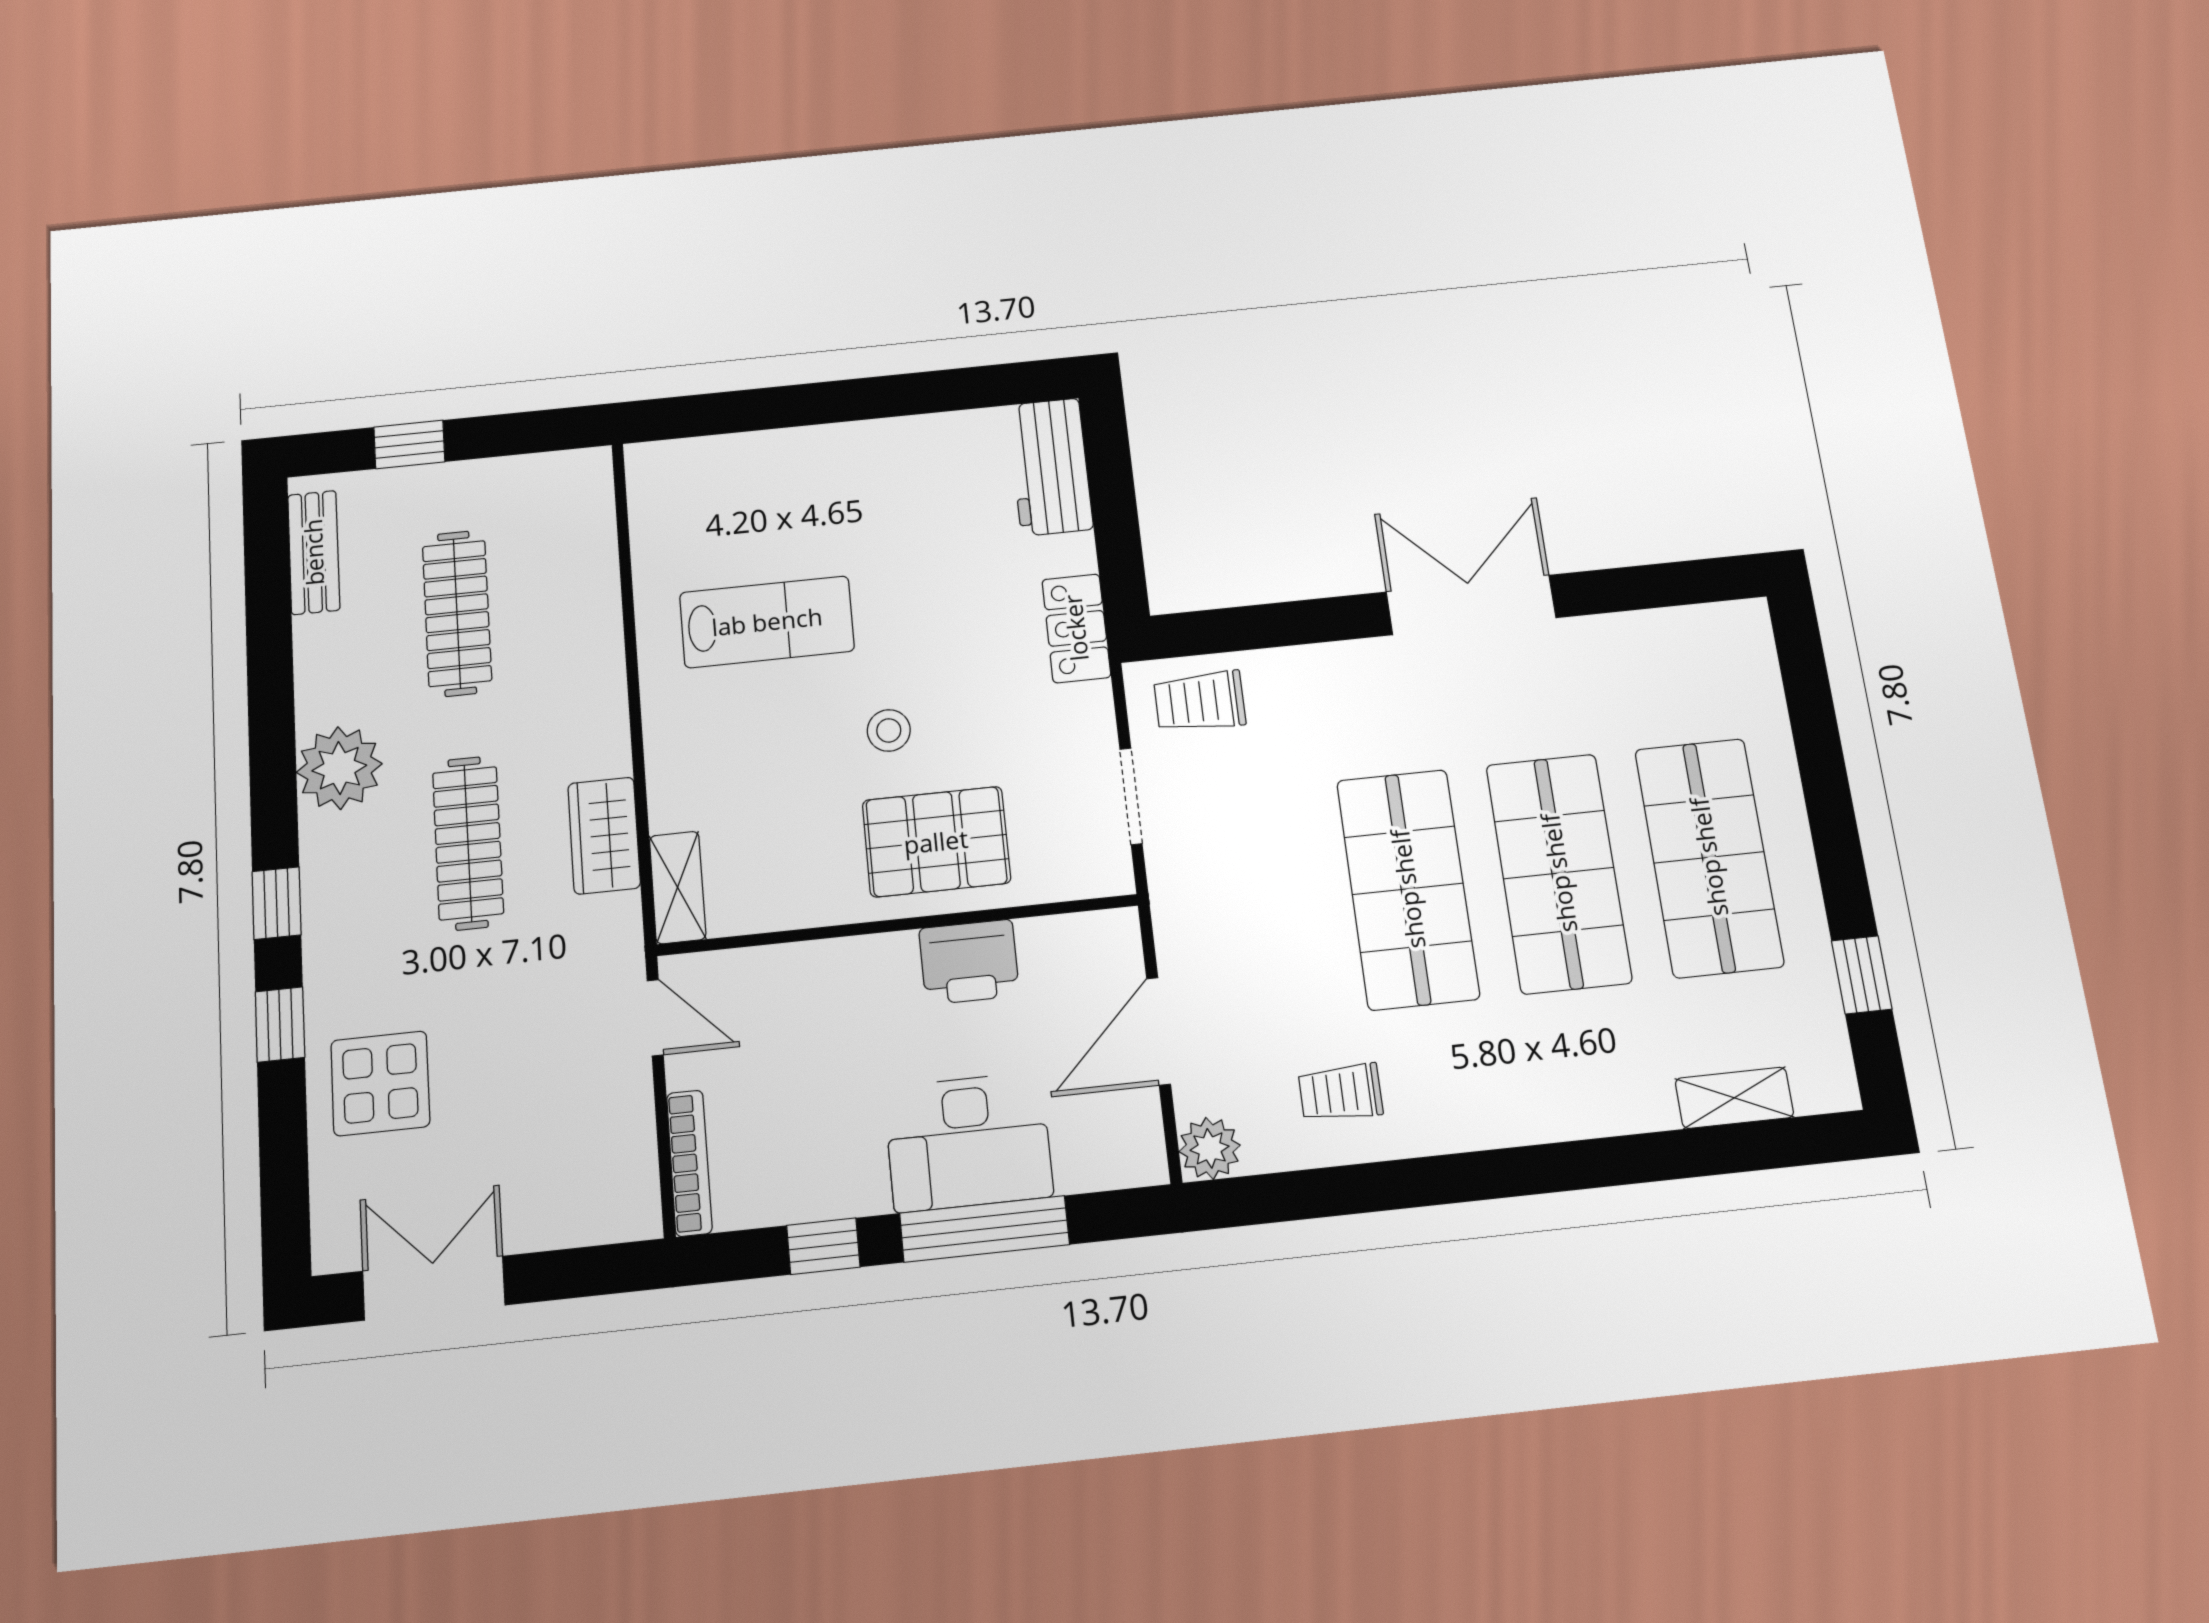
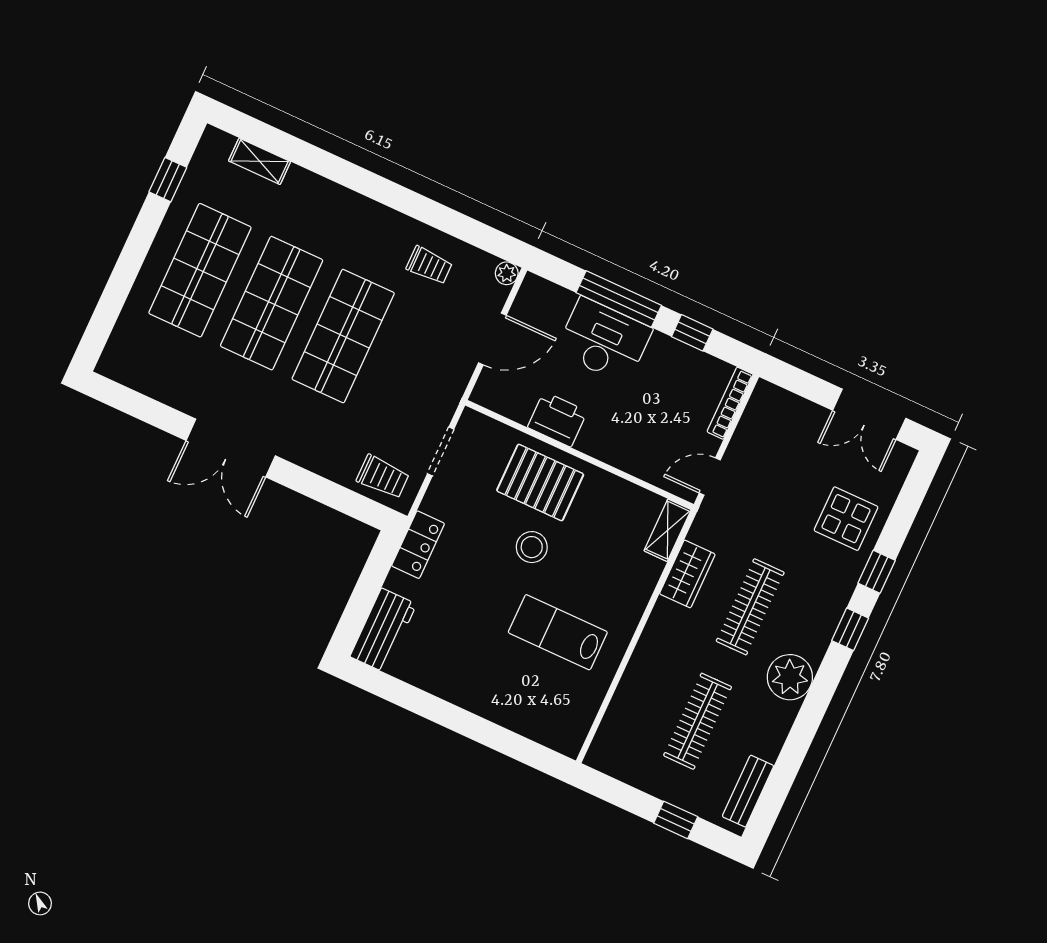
stool: (889, 730) -> (532, 547), width x1.37, depth x1.37
door: (655, 1018) -> (710, 477), hinge flipped
plant: (1210, 1148) -> (507, 273), width x0.73, depth x0.73

